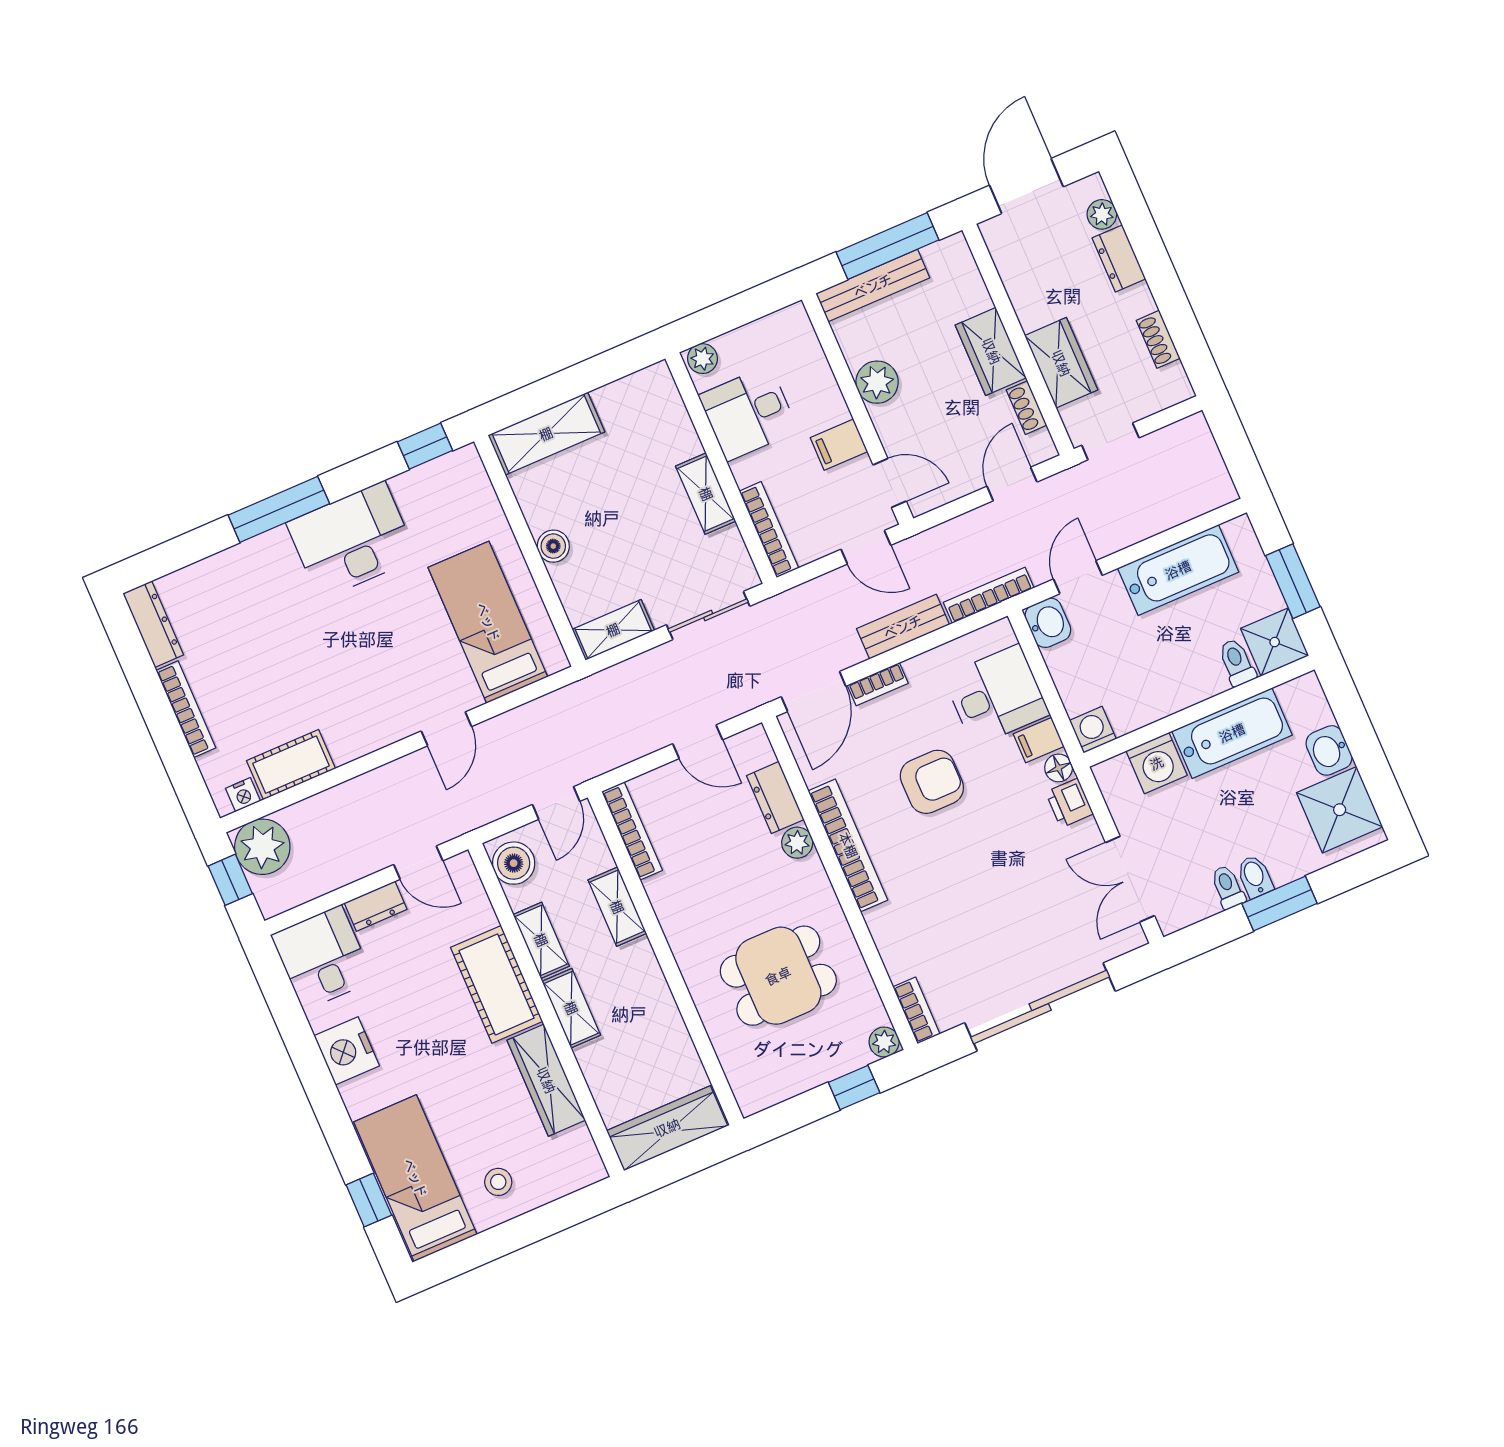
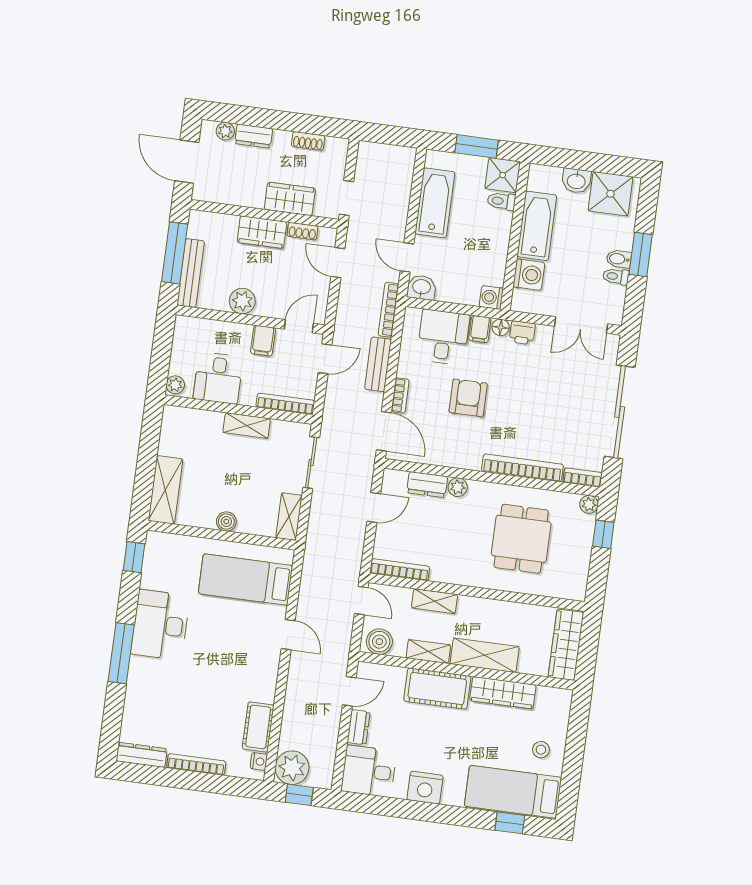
bookcase: (848, 845) -> (522, 468), moved
shelving: (571, 1008) -> (485, 655), width x1.50, depth x1.33

